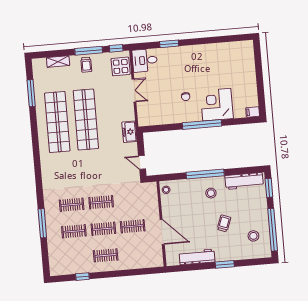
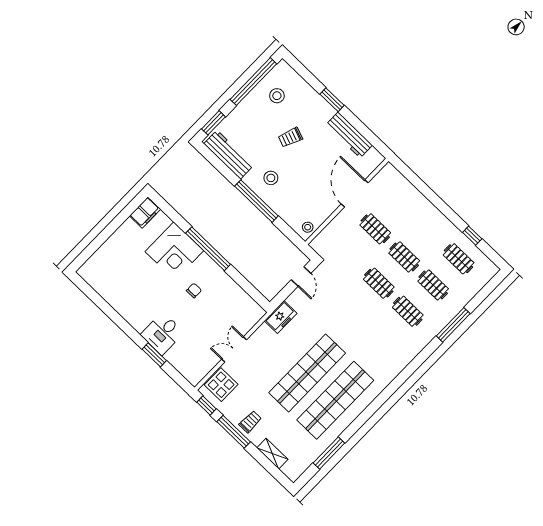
desk: (145, 60) -> (162, 334), moved, turned 90
filing cabinet: (253, 112) -> (145, 212), width x2.00
clothes rail: (106, 255) -> (459, 259), moved

